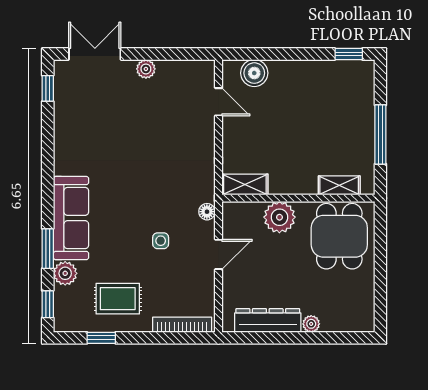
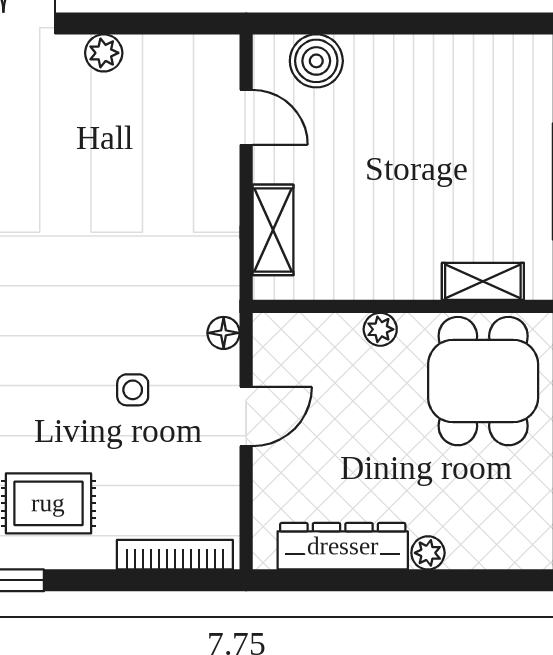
window: (349, 54) -> (502, 24), removed
shelving: (245, 184) -> (273, 230), moved, turned 90
plant: (279, 217) -> (380, 329), width x0.53, depth x0.53

